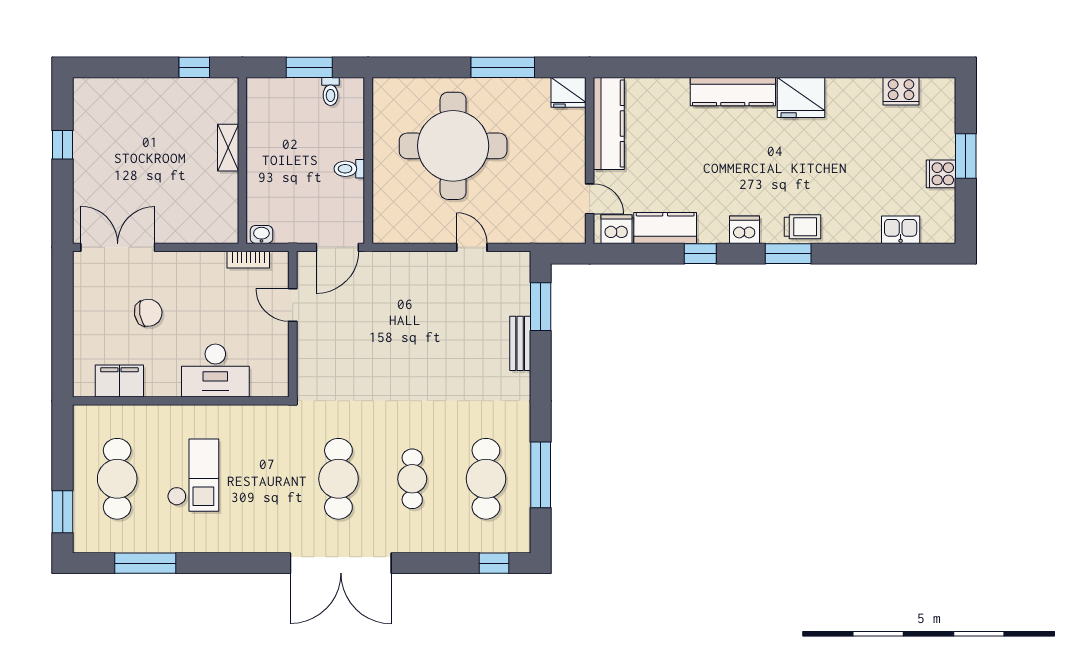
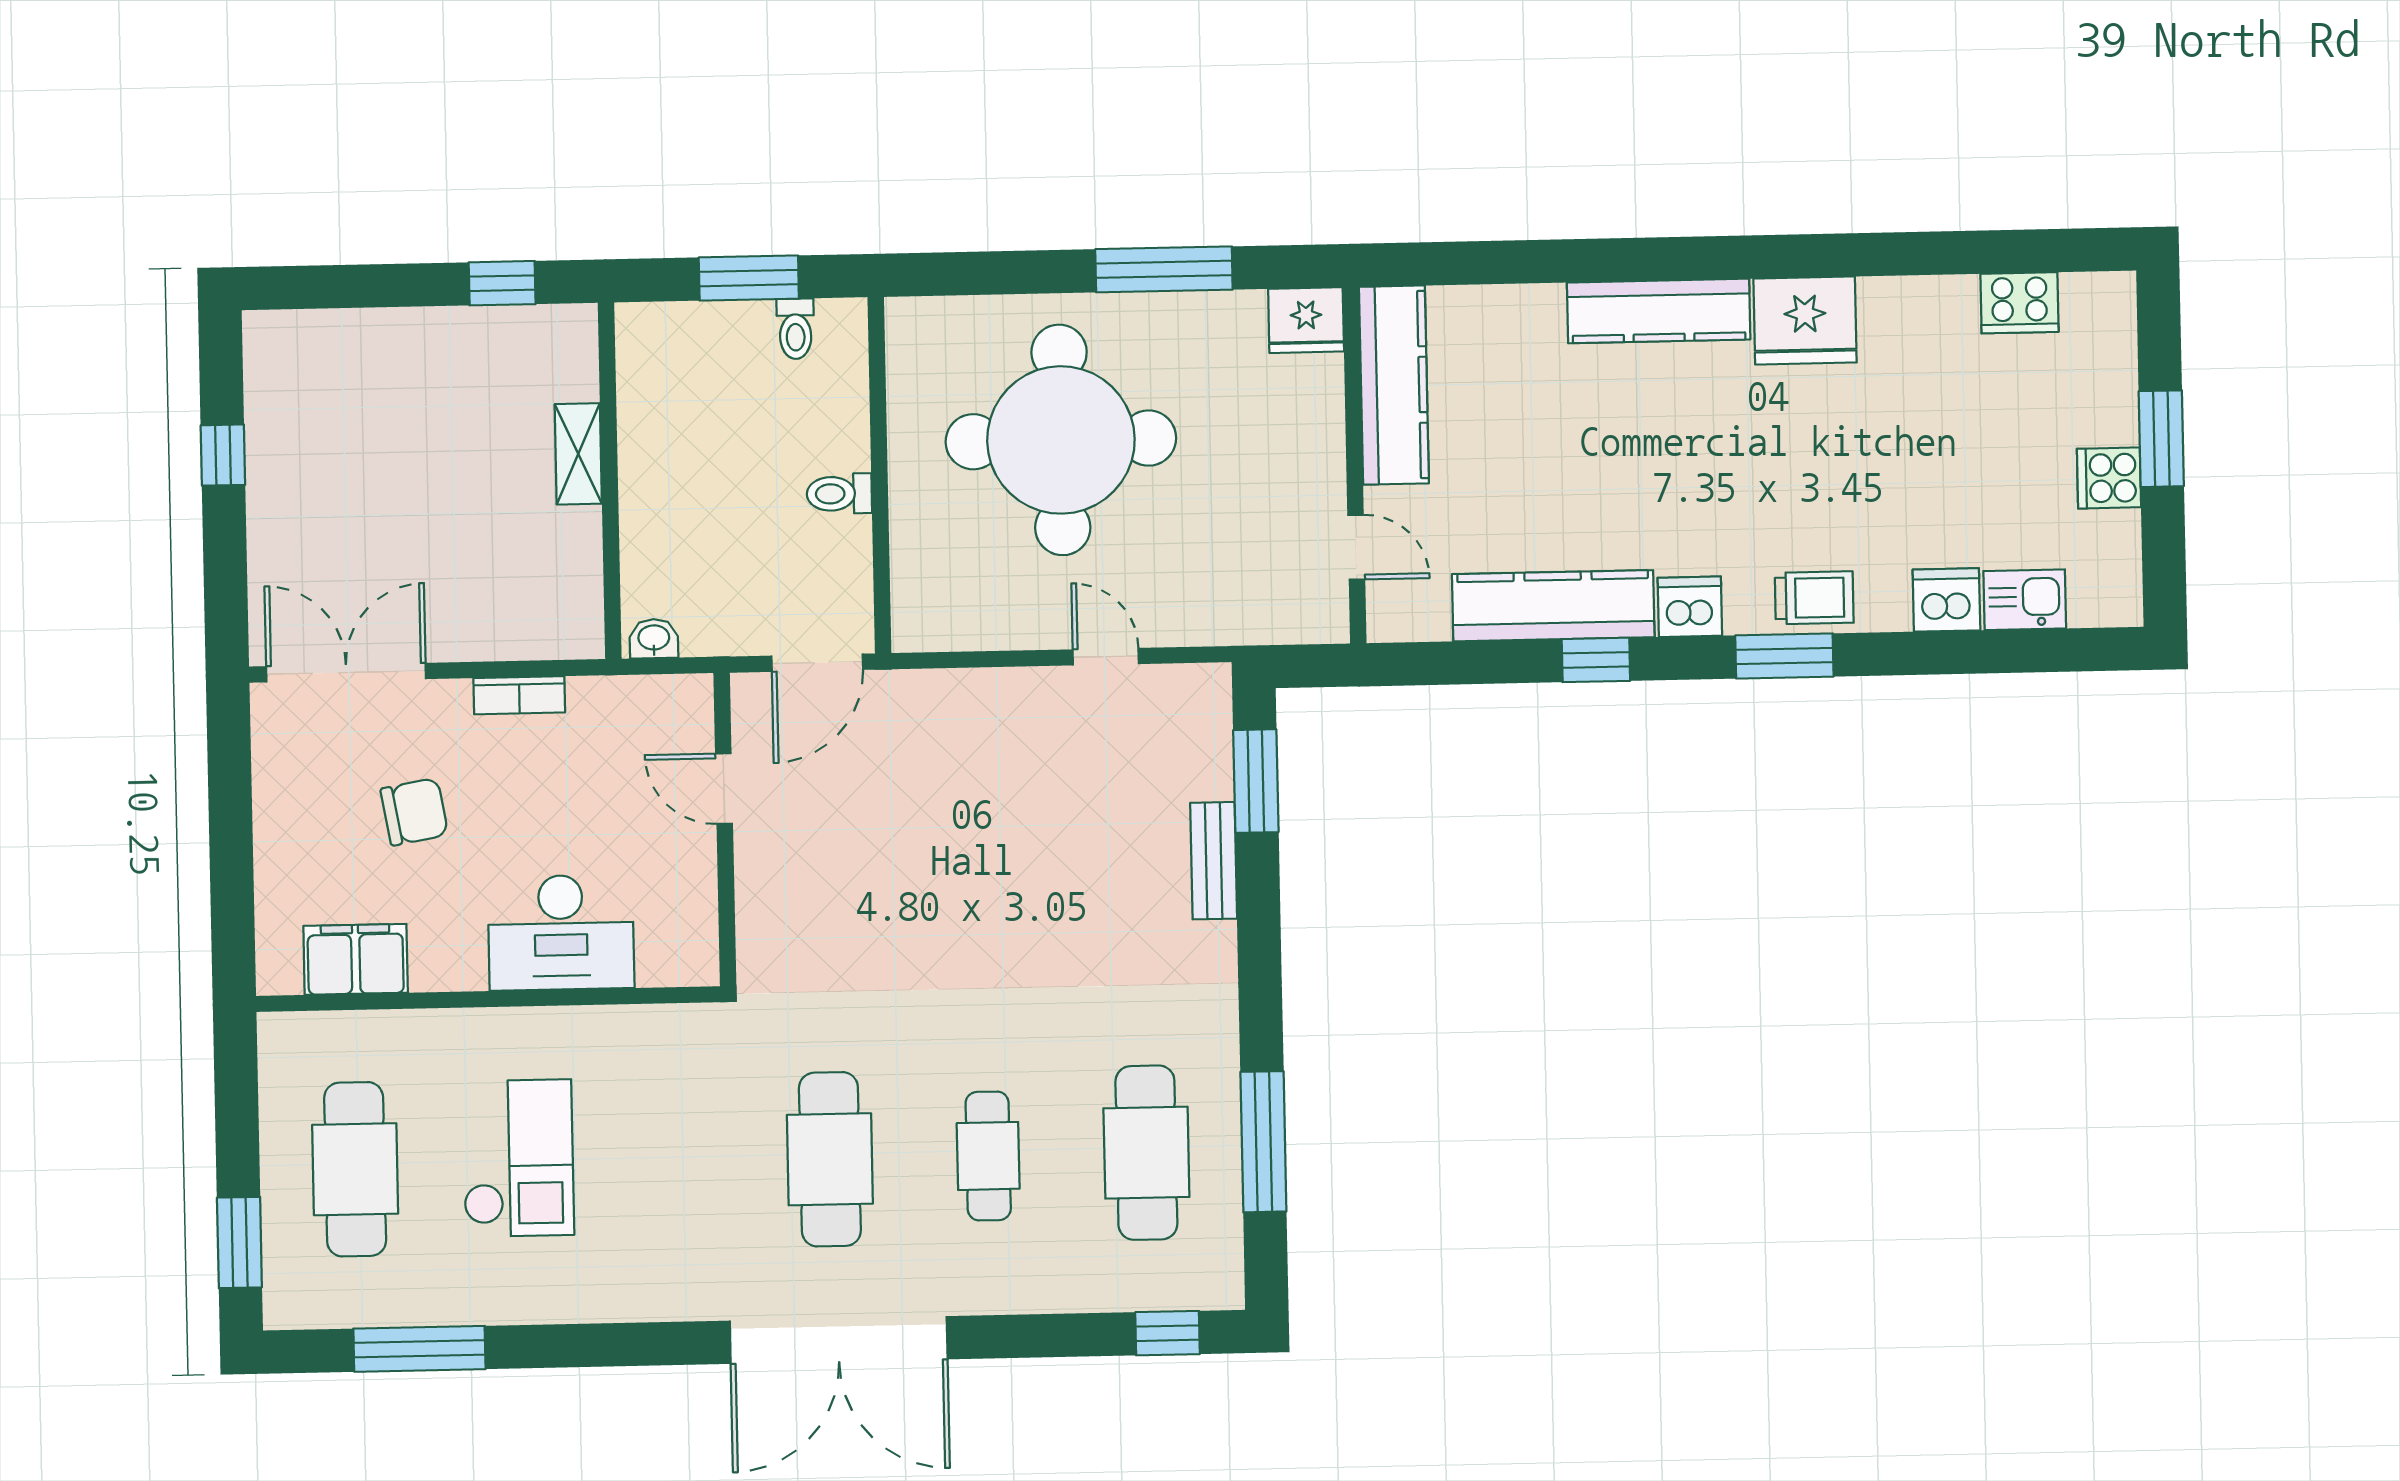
kitchen counter: (665, 228) -> (1553, 606), width x1.50
dishwasher: (616, 229) -> (1946, 600), moved
bookcase: (248, 260) -> (519, 695), moved

